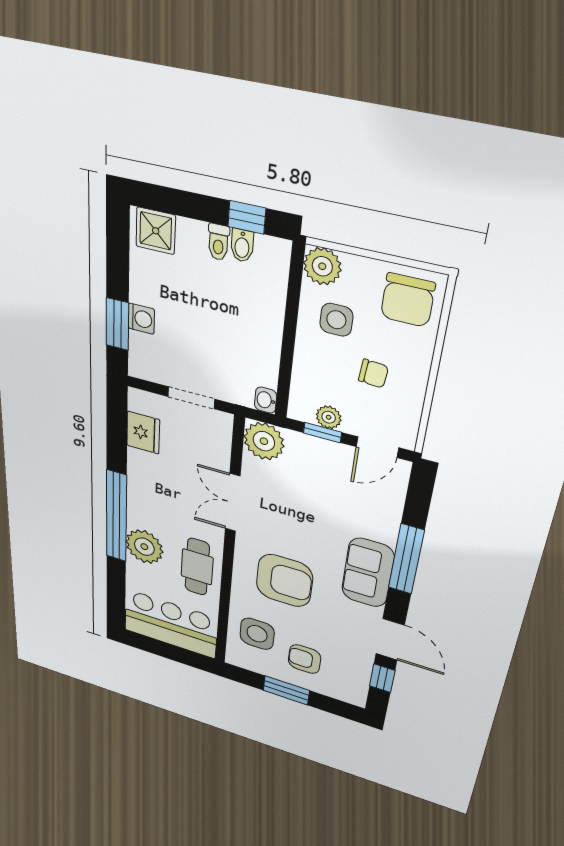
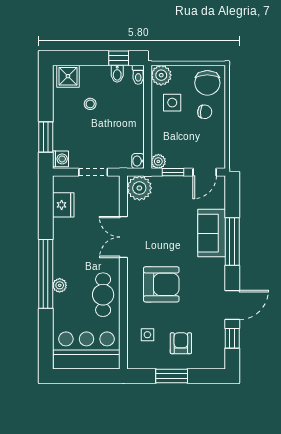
toilet: (218, 242) -> (138, 75), moved
stool: (192, 288) -> (90, 104), added
washing machine: (141, 319) -> (61, 159), moved
chair: (373, 374) -> (205, 112), moved
plant: (329, 417) -> (158, 161), moved
plant: (144, 547) -> (60, 285), width x0.53, depth x0.53
sofa: (368, 573) -> (212, 233), moved
side table: (257, 634) -> (147, 335), width x0.54, depth x0.54
door: (390, 639) -> (232, 305), hinge flipped
armchair: (304, 659) -> (181, 343), turned 90

